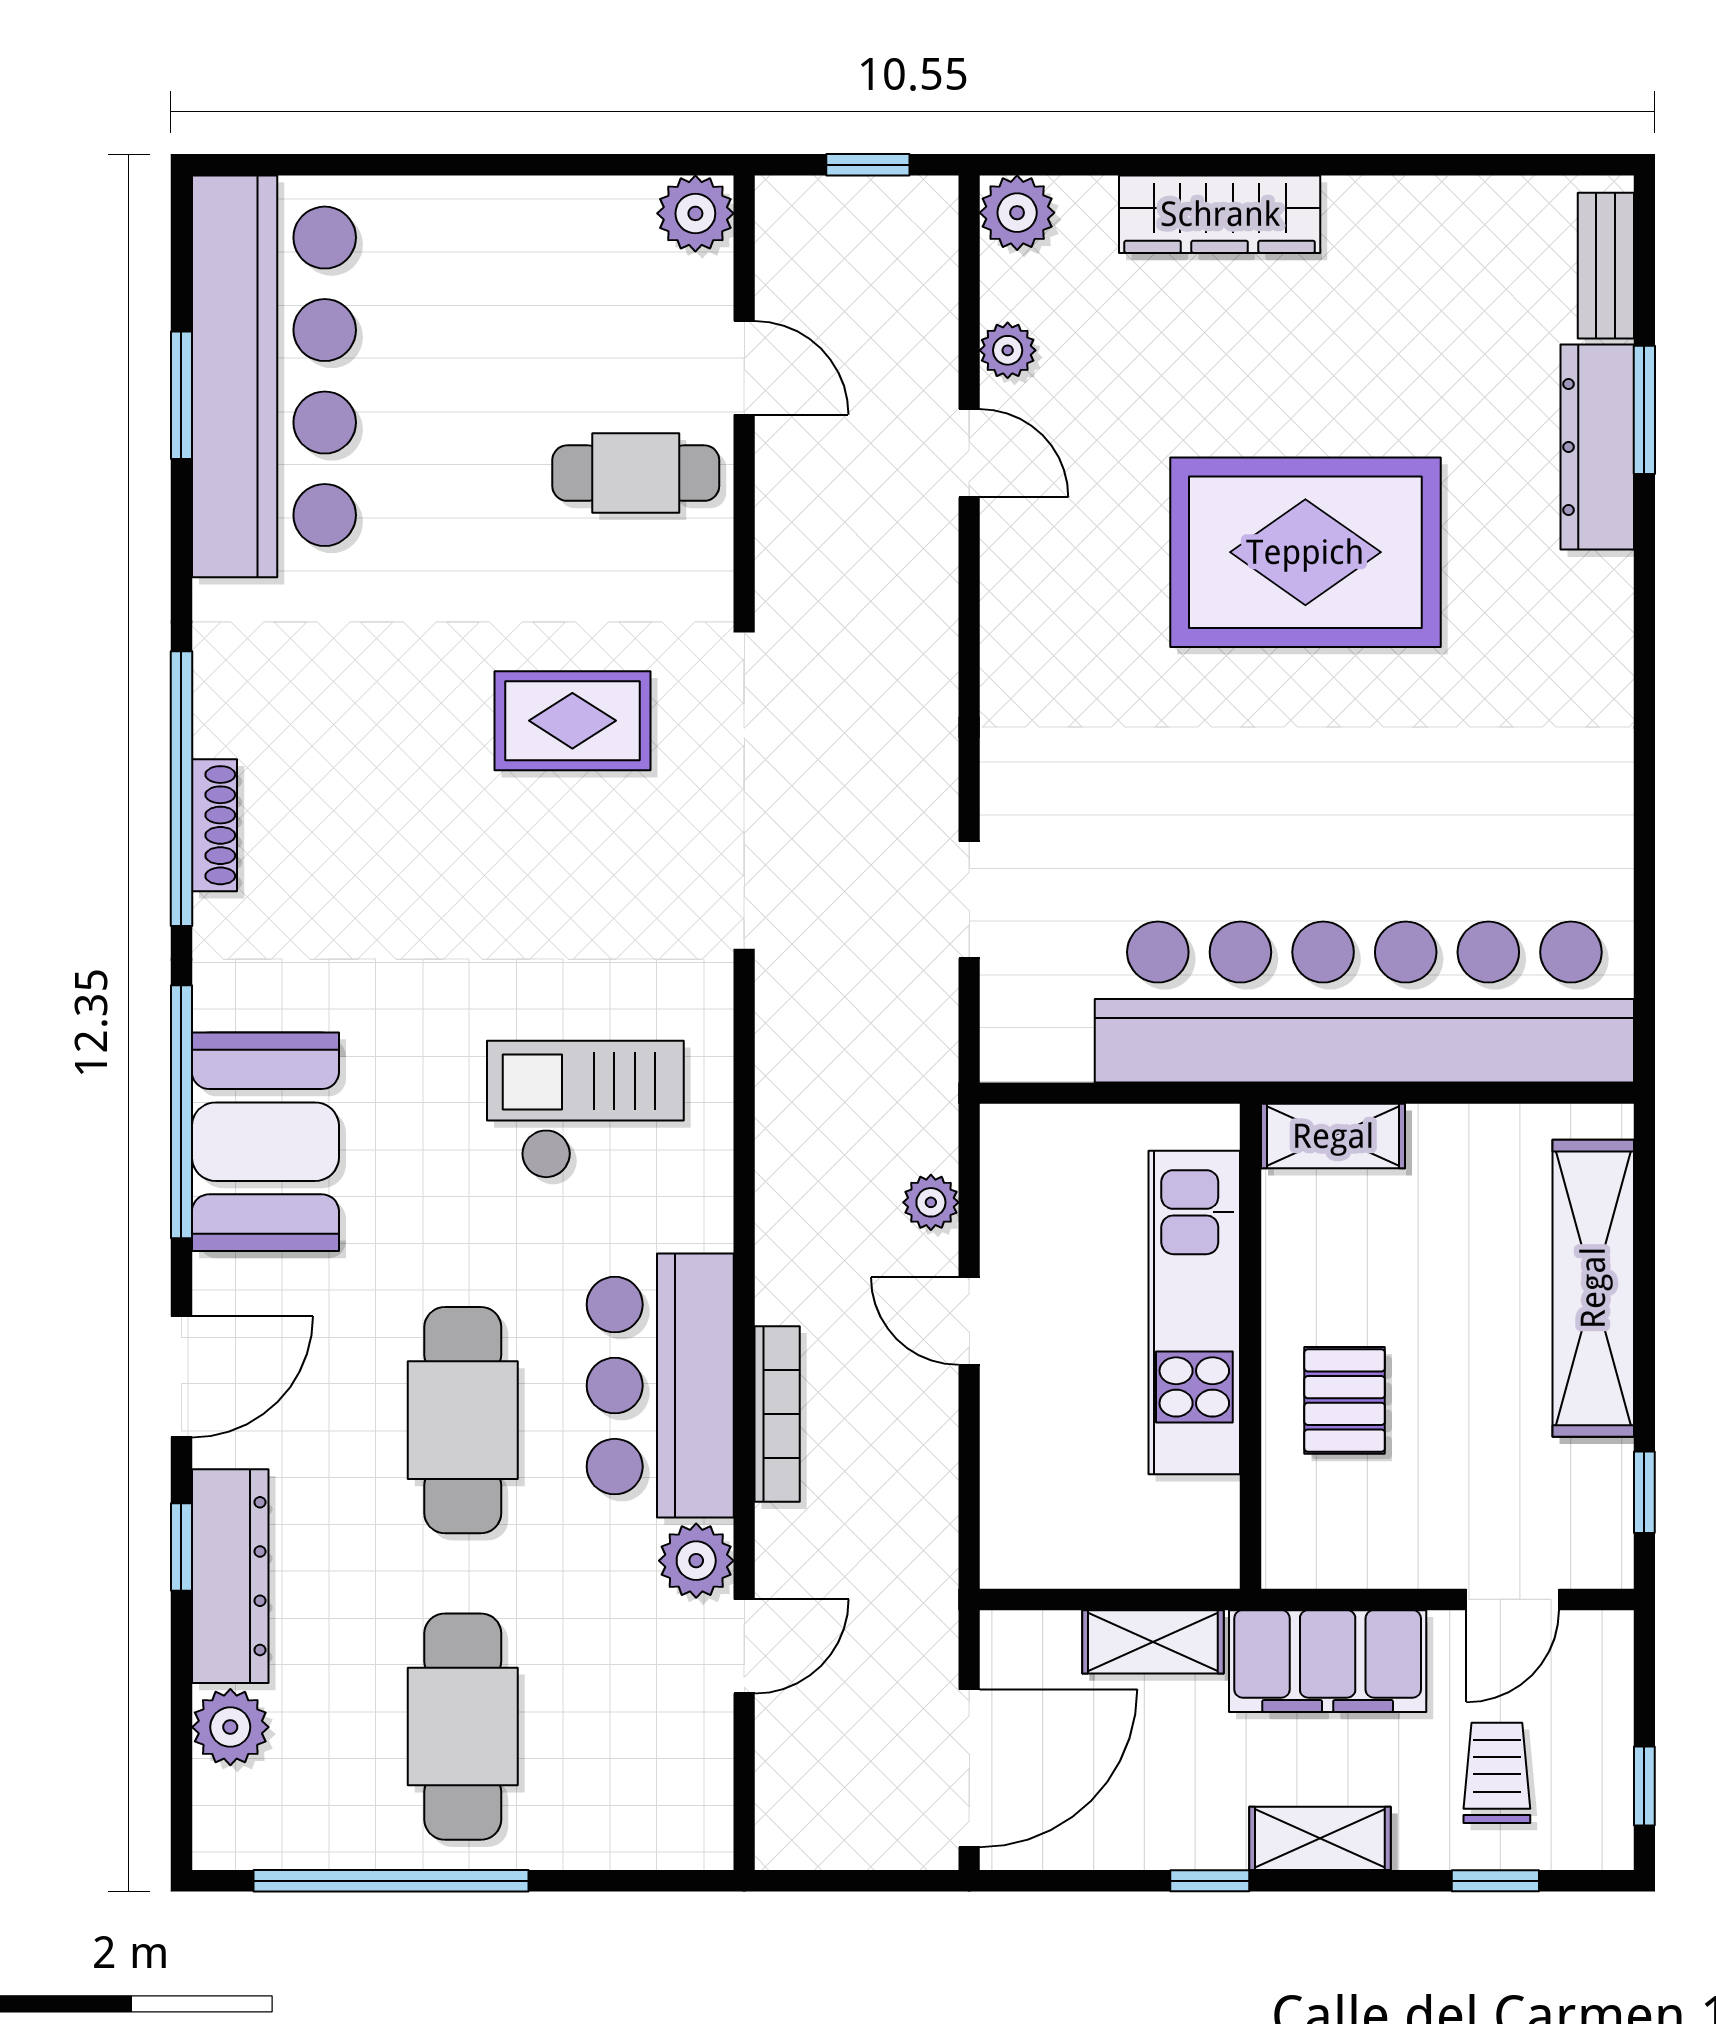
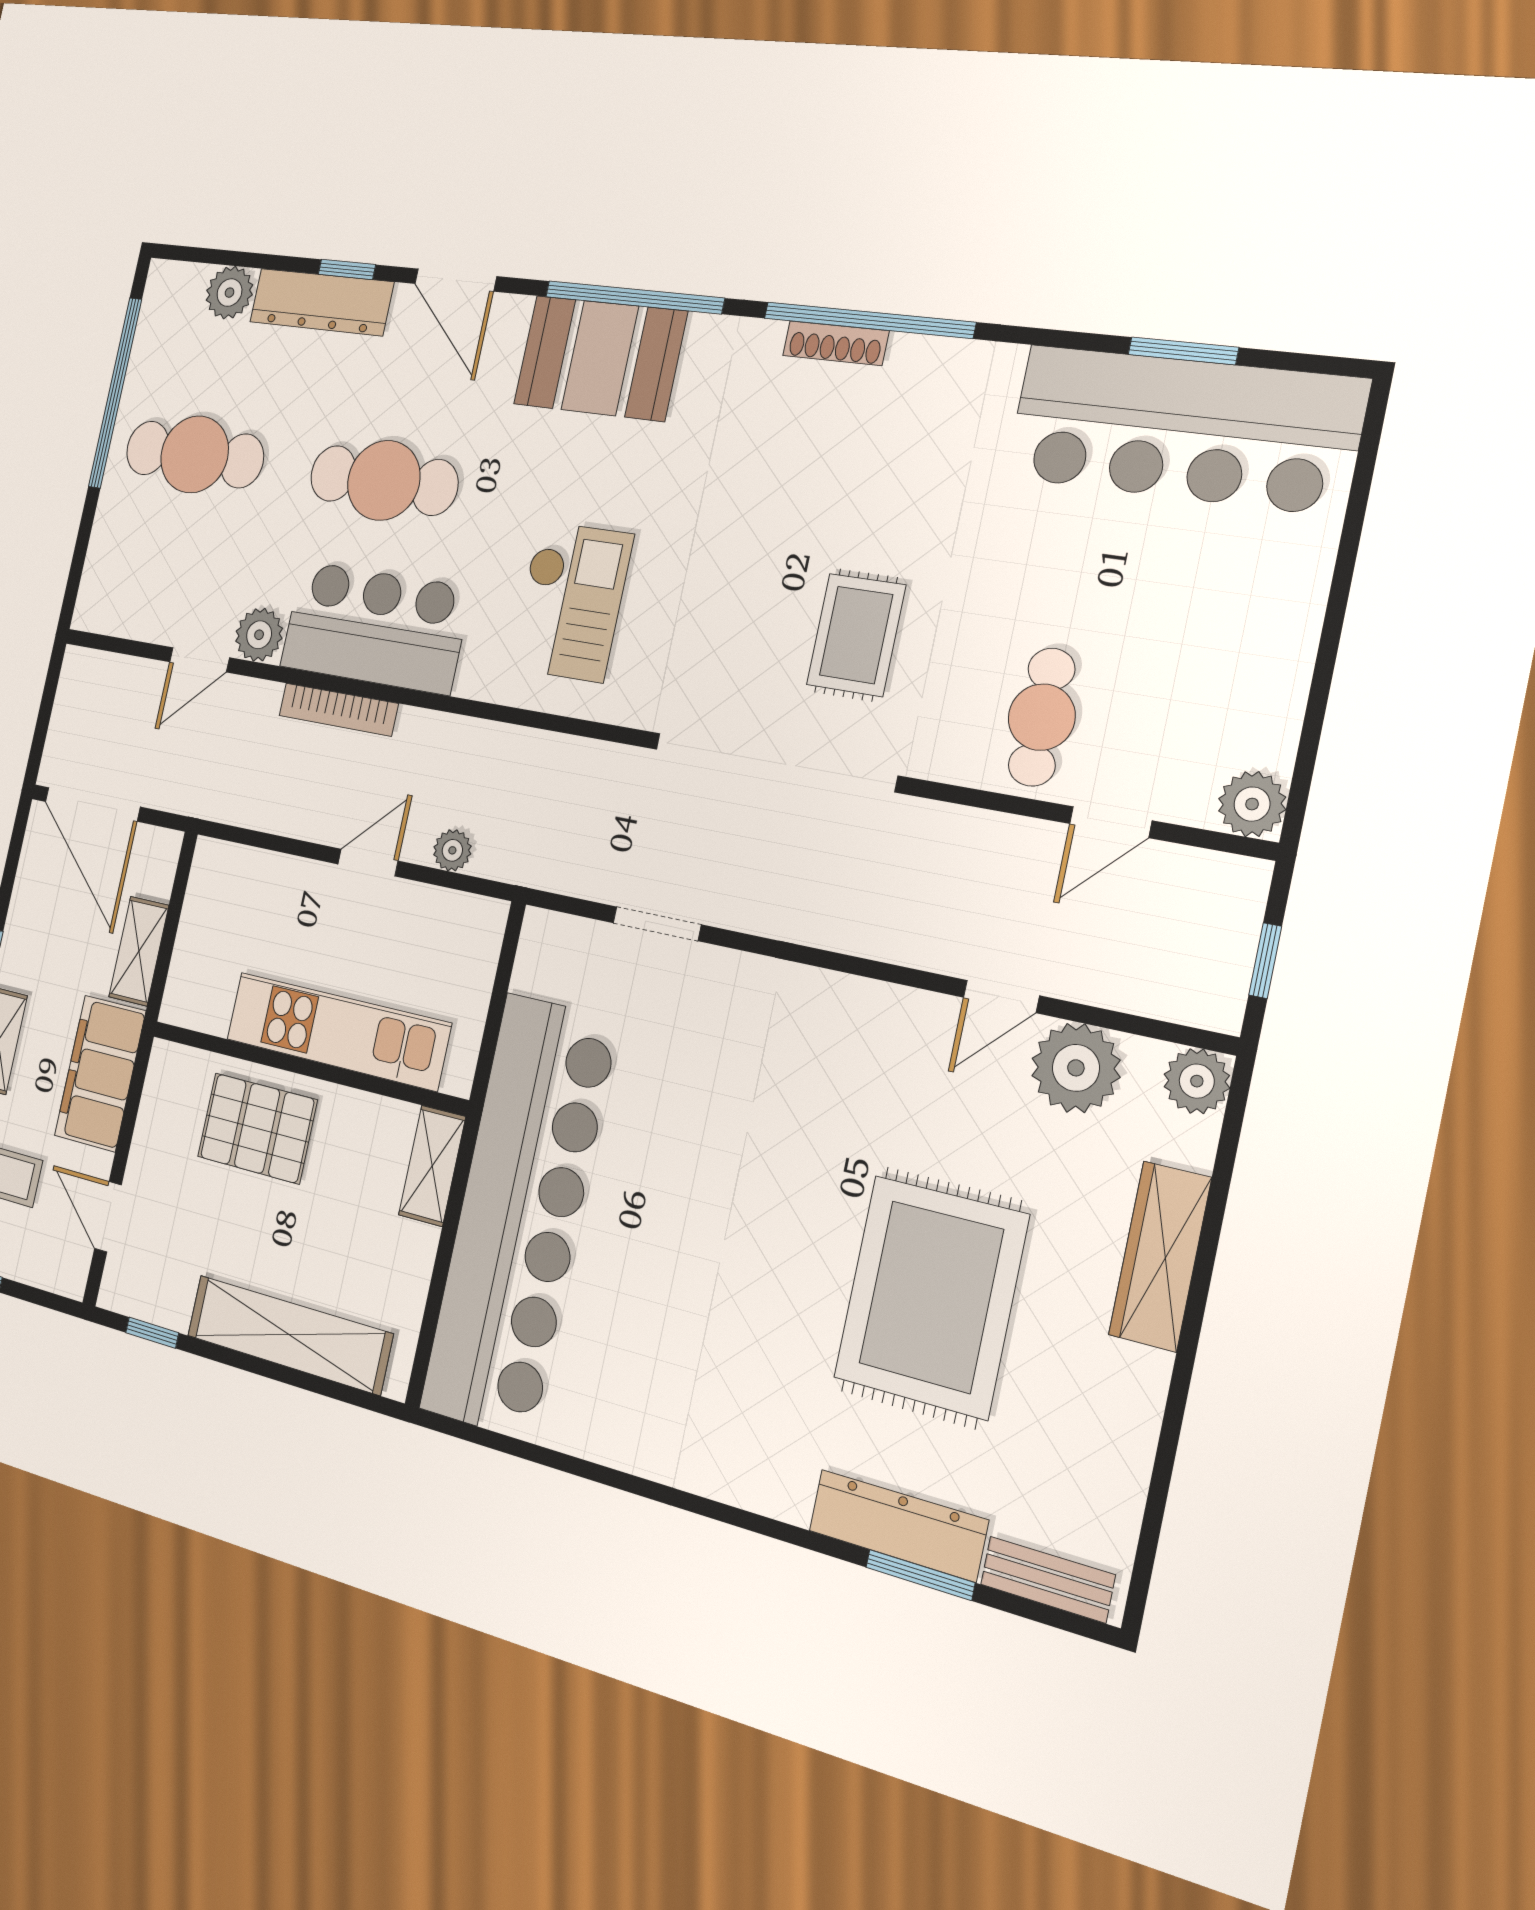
plant: (1008, 350) -> (1076, 1068), width x1.87, depth x1.87
rug: (1305, 552) -> (931, 1297), moved
pallet: (1345, 1400) -> (257, 1128), width x1.50, depth x1.42
door: (744, 1646) -> (199, 660), hinge flipped

